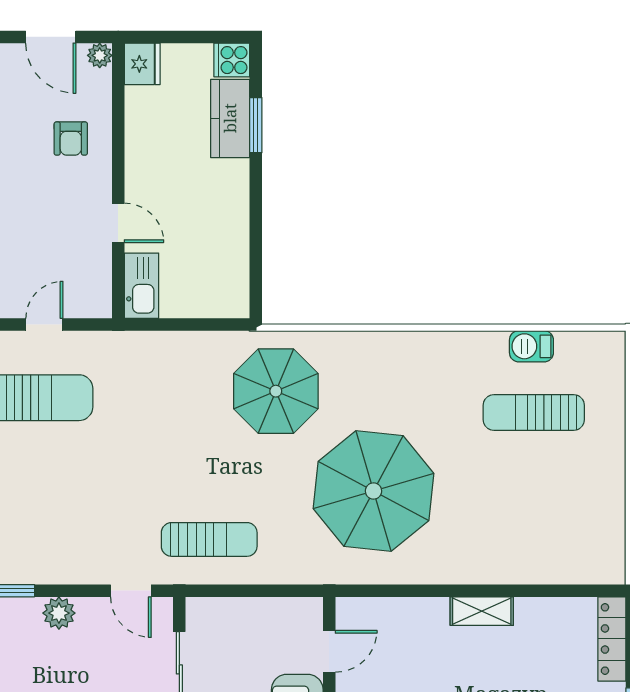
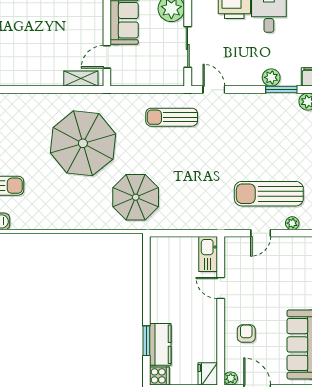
shelving: (482, 611) -> (81, 79), moved
plant: (59, 613) -> (271, 77), moved

